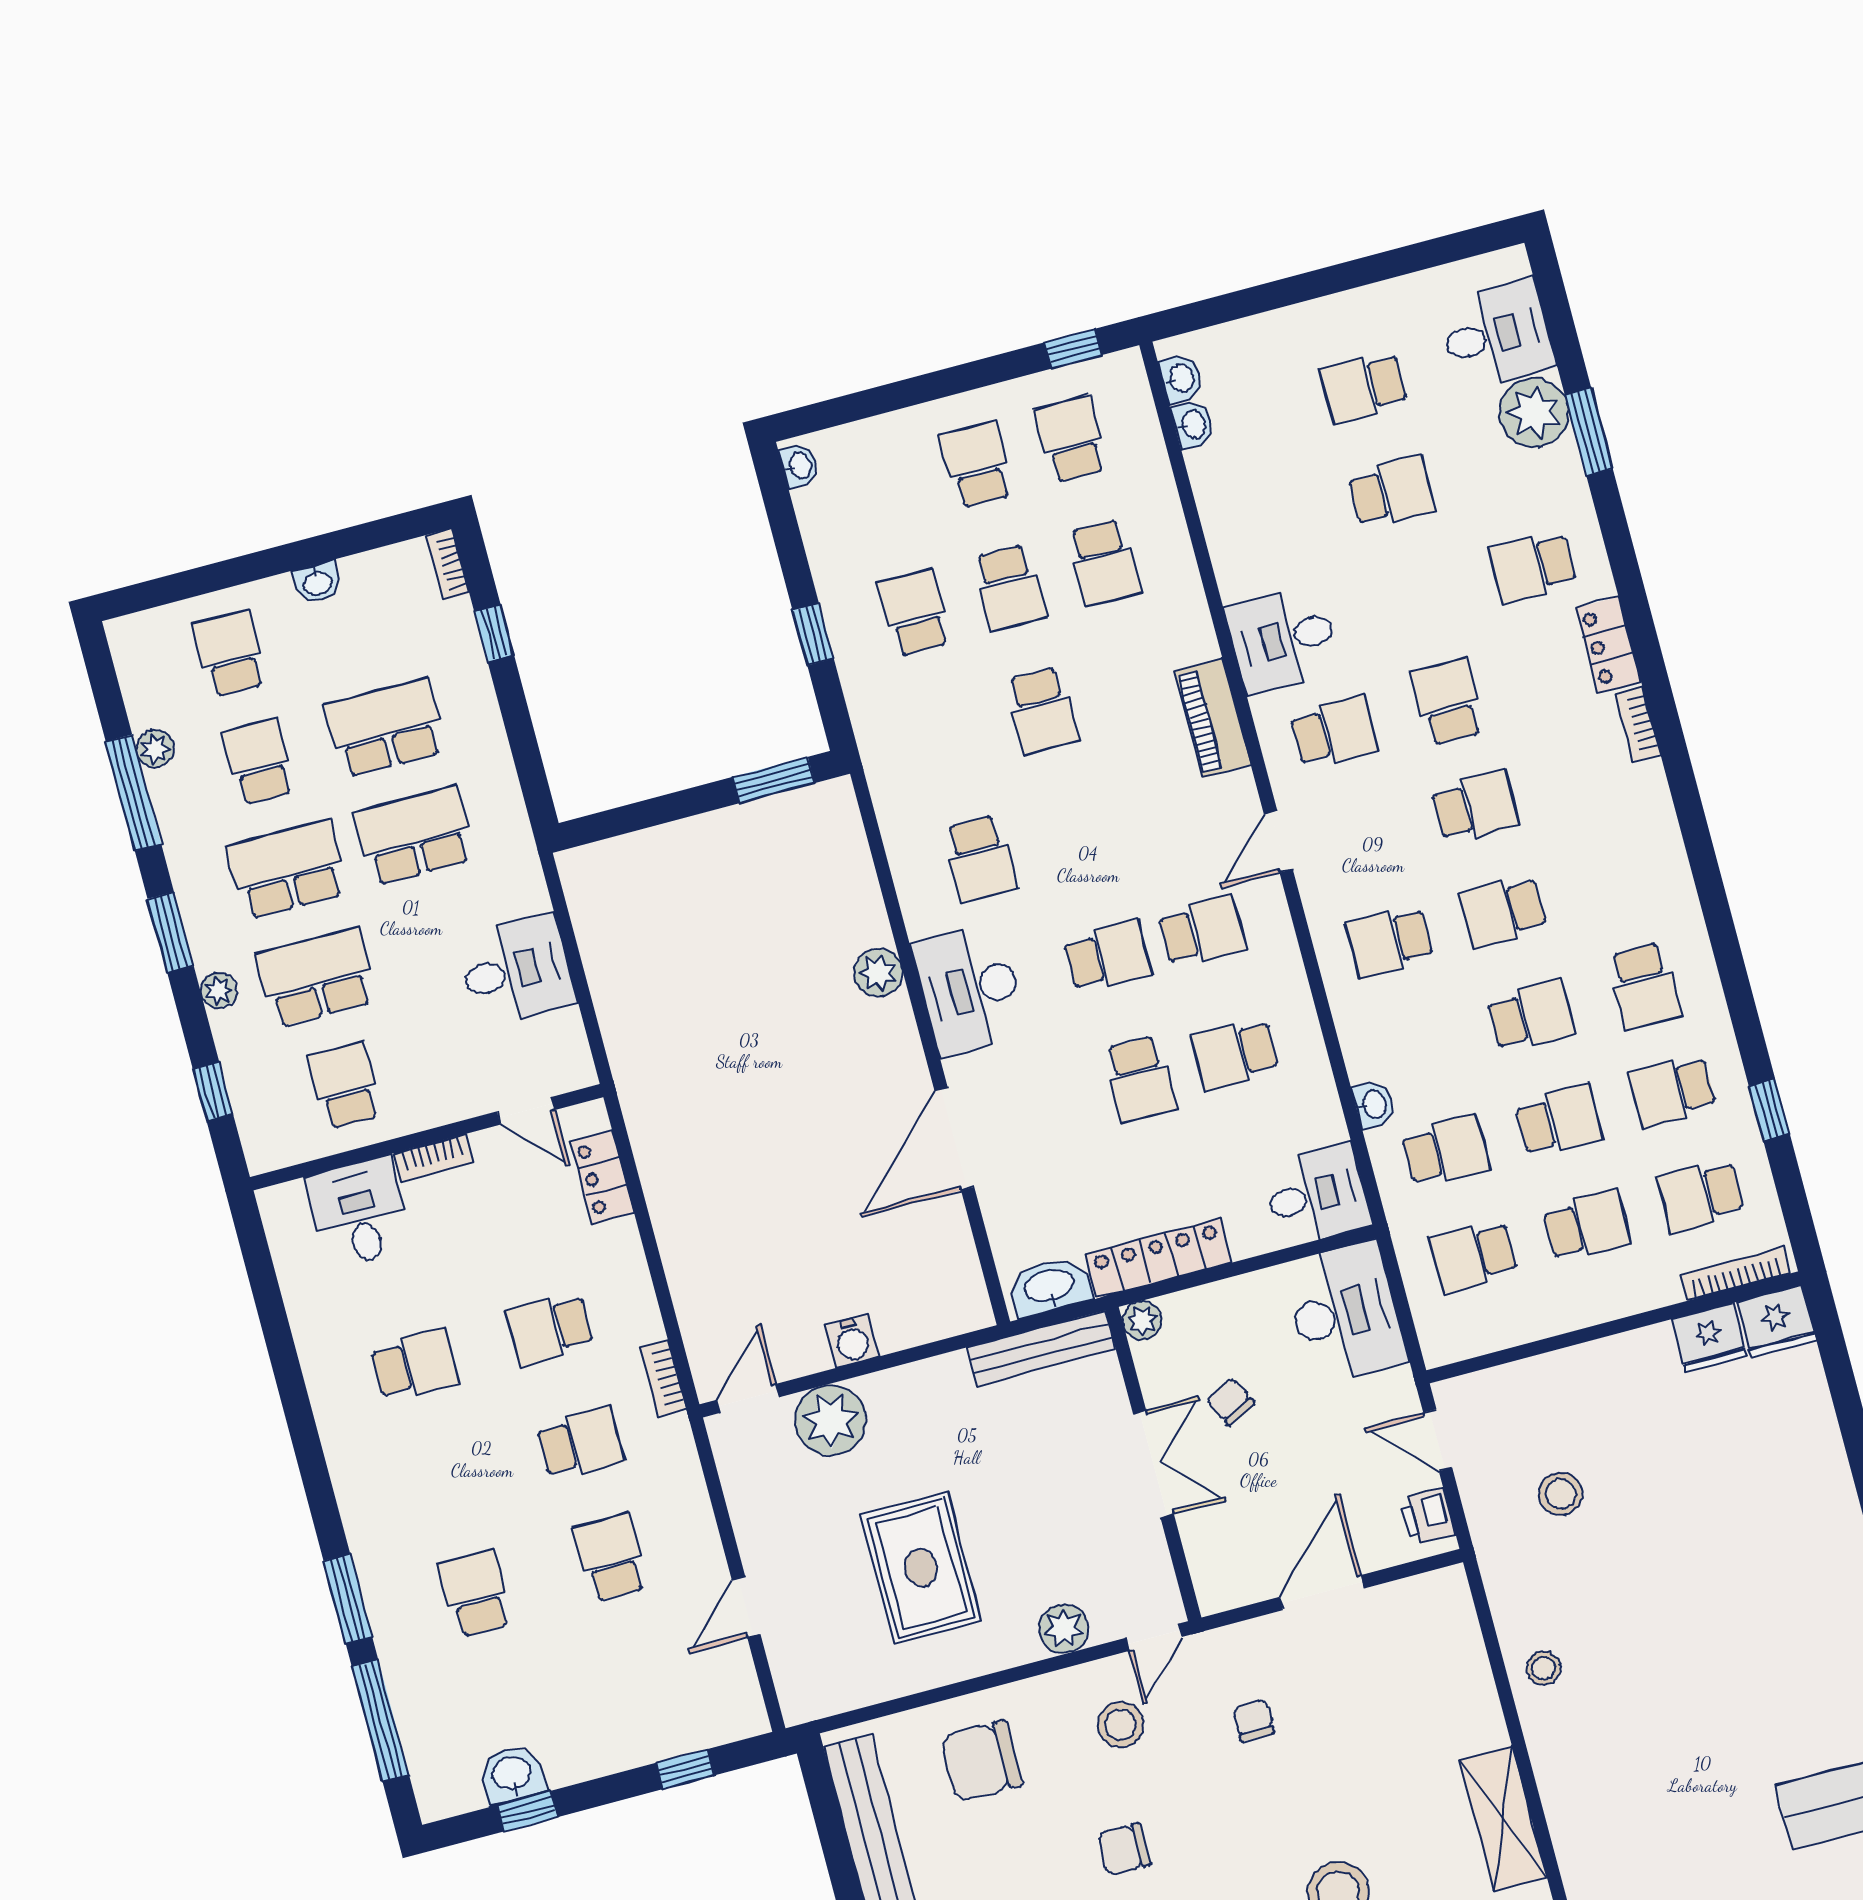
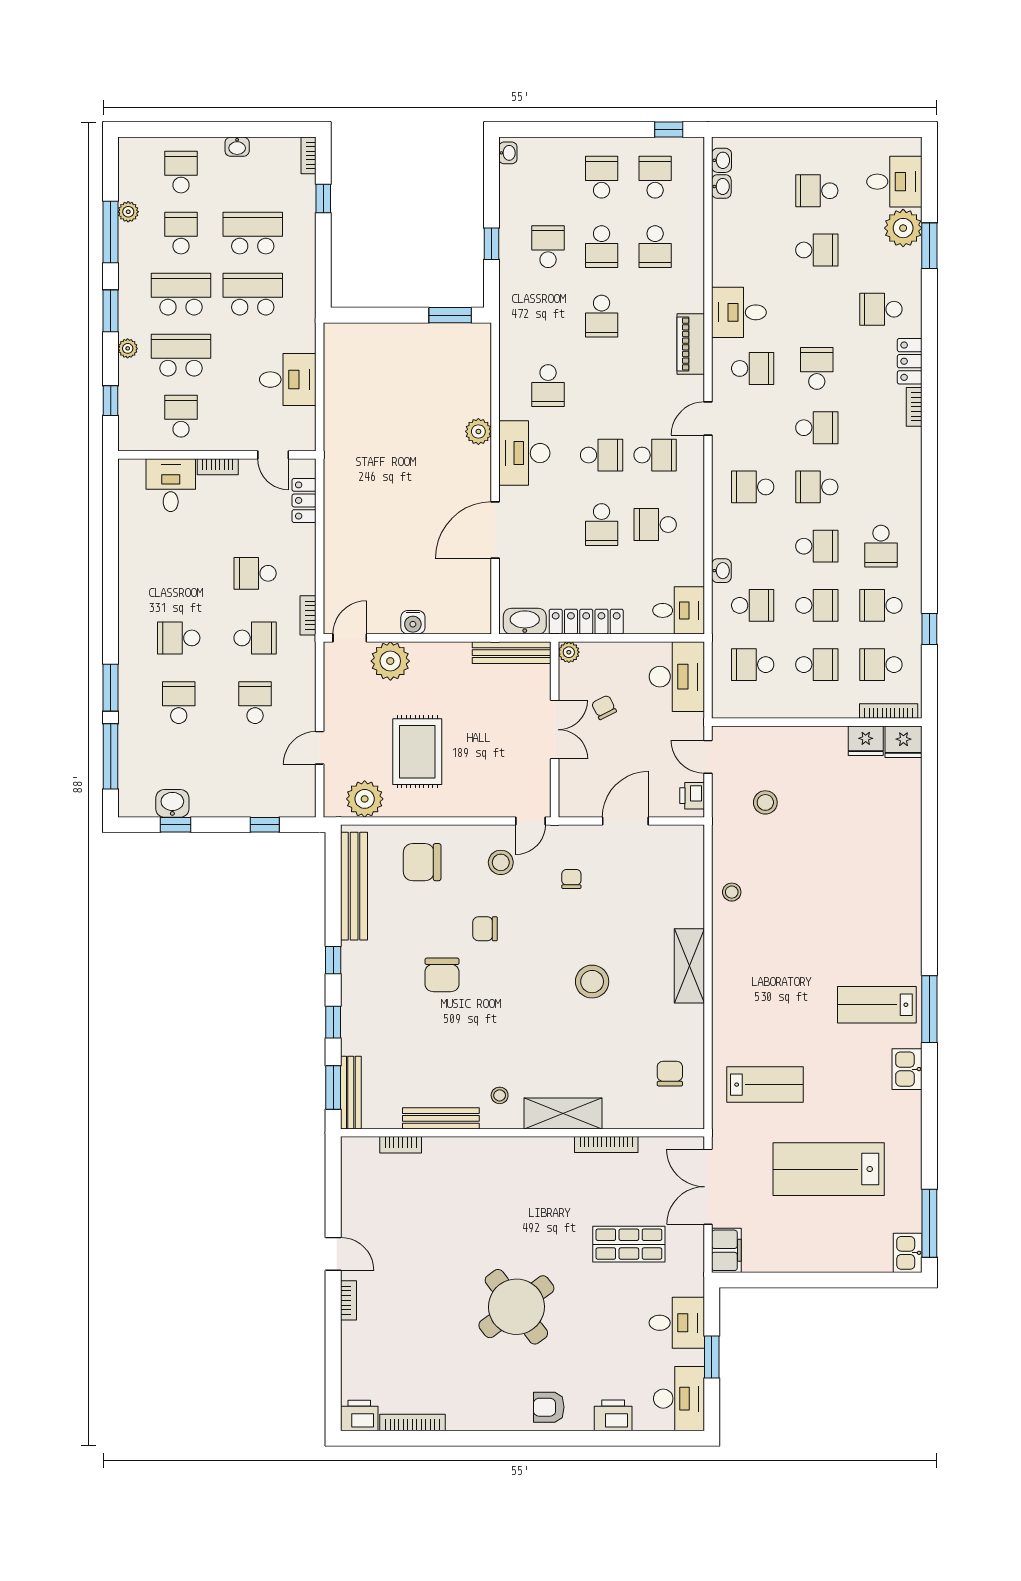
school desk: (415, 1365) -> (179, 638), moved, turned 180
plant: (1064, 1629) -> (365, 799), moved, width x1.36, depth x1.36

